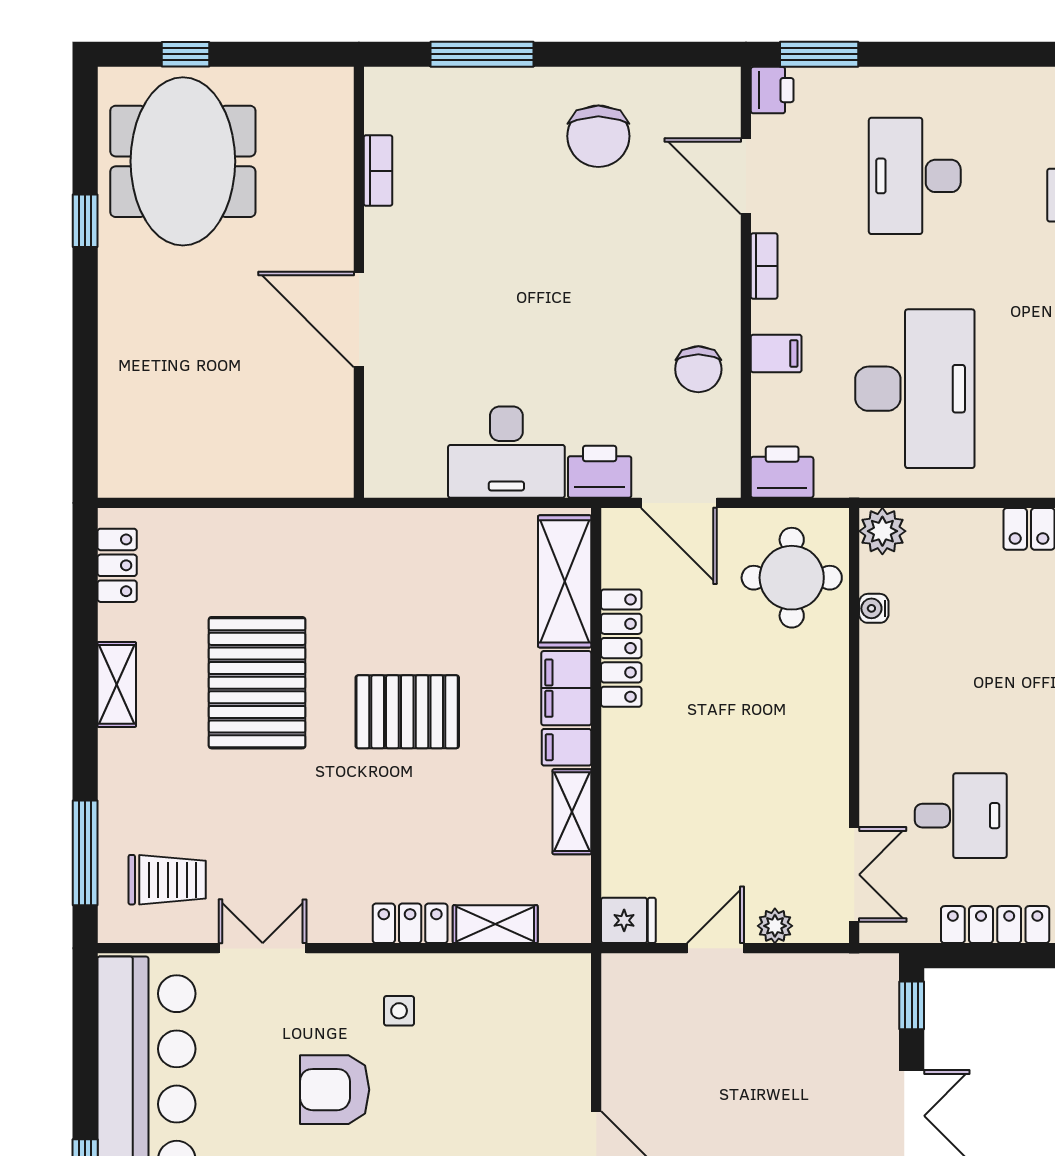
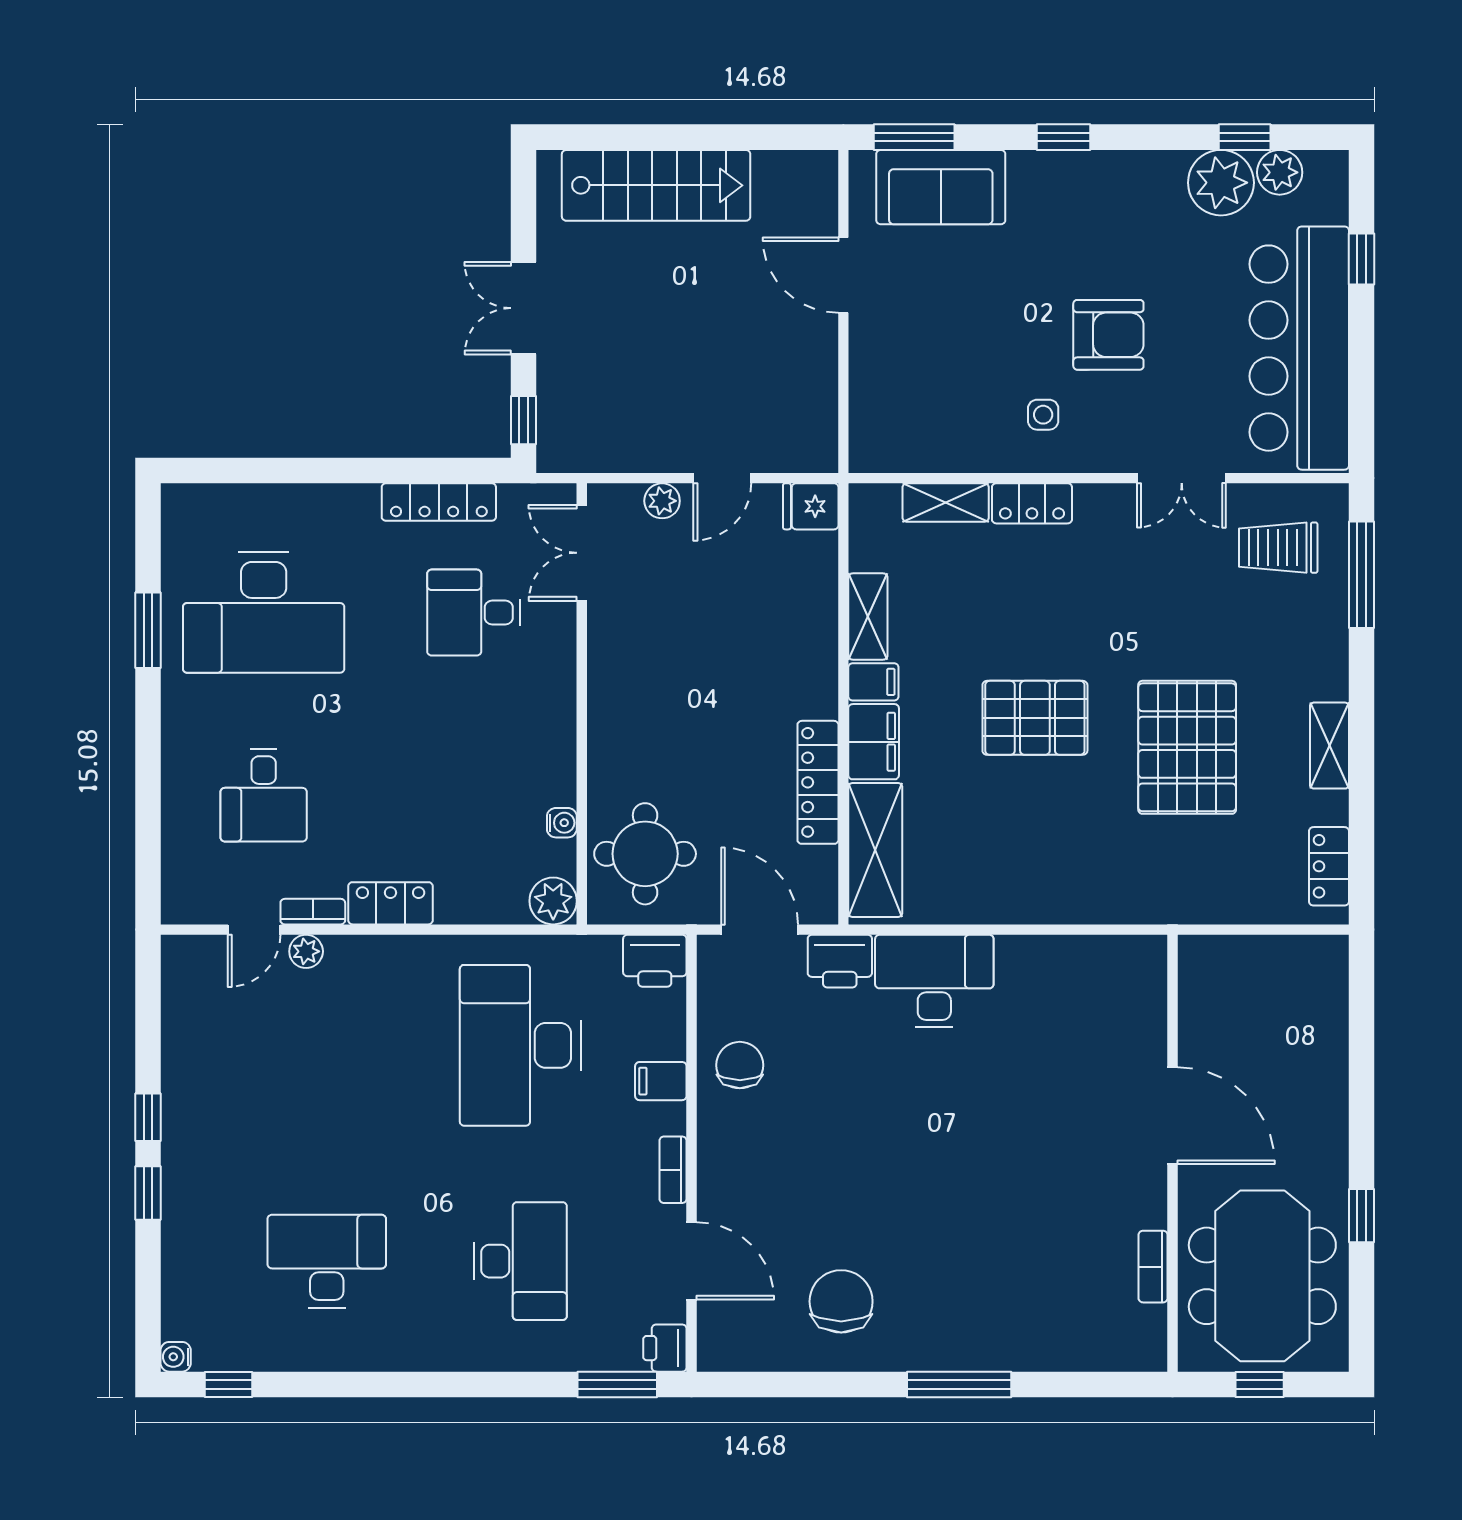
bookcase: (378, 171) -> (1153, 1267), moved
wall: (359, 282) -> (1173, 1153), moved
door: (359, 319) -> (1173, 1116), moved

